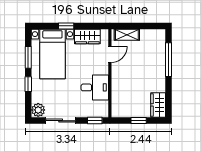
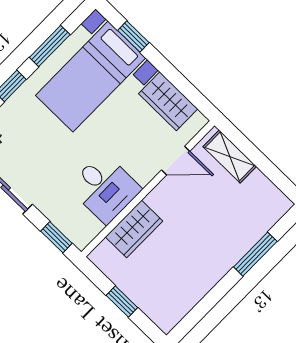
window: (66, 26) -> (133, 37), moved
window: (168, 60) -> (255, 254), width x0.69
wardrobe: (158, 105) -> (134, 229), moved, turned 180

